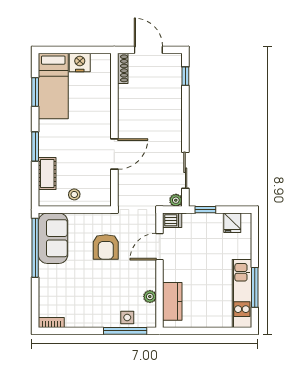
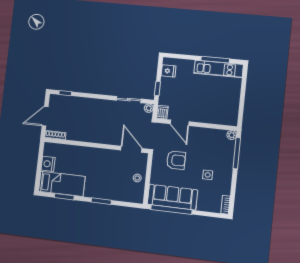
door: (114, 154) -> (131, 149), moved
cot: (47, 174) -> (121, 195), removed
sofa: (53, 238) -> (172, 197), width x1.36
plant: (150, 297) -> (232, 135), moved
kitchen counter: (172, 301) -> (219, 118), removed
side table: (127, 317) -> (208, 175), moved

